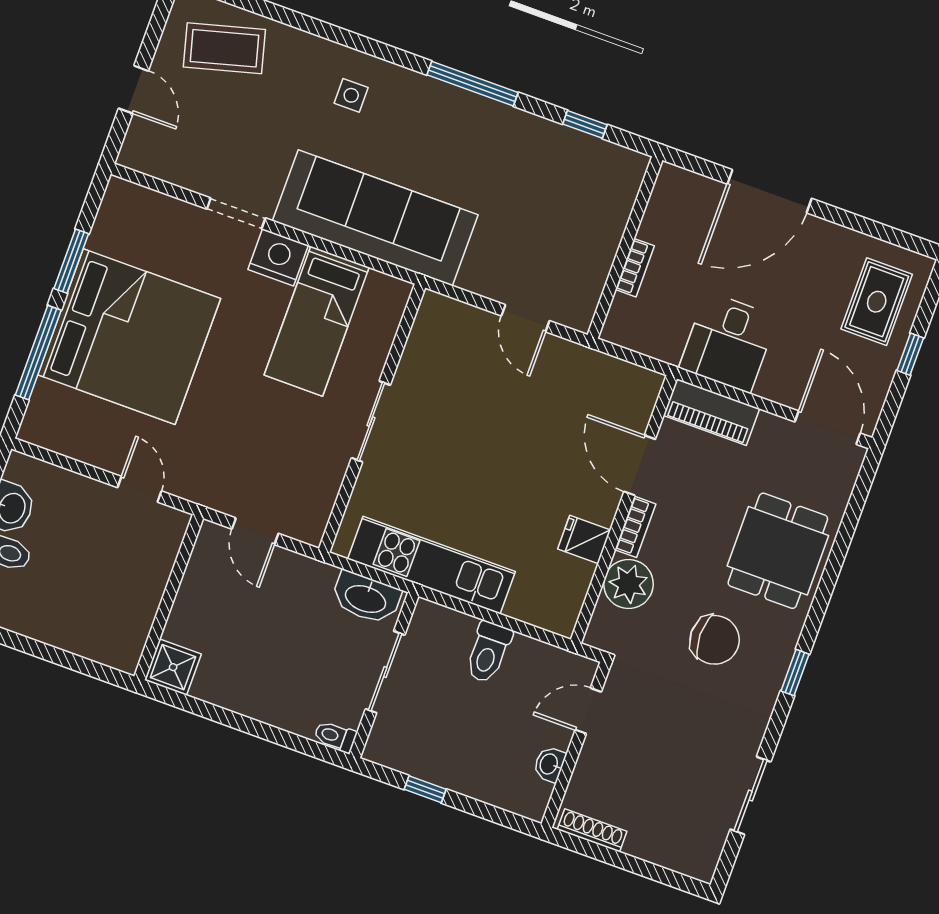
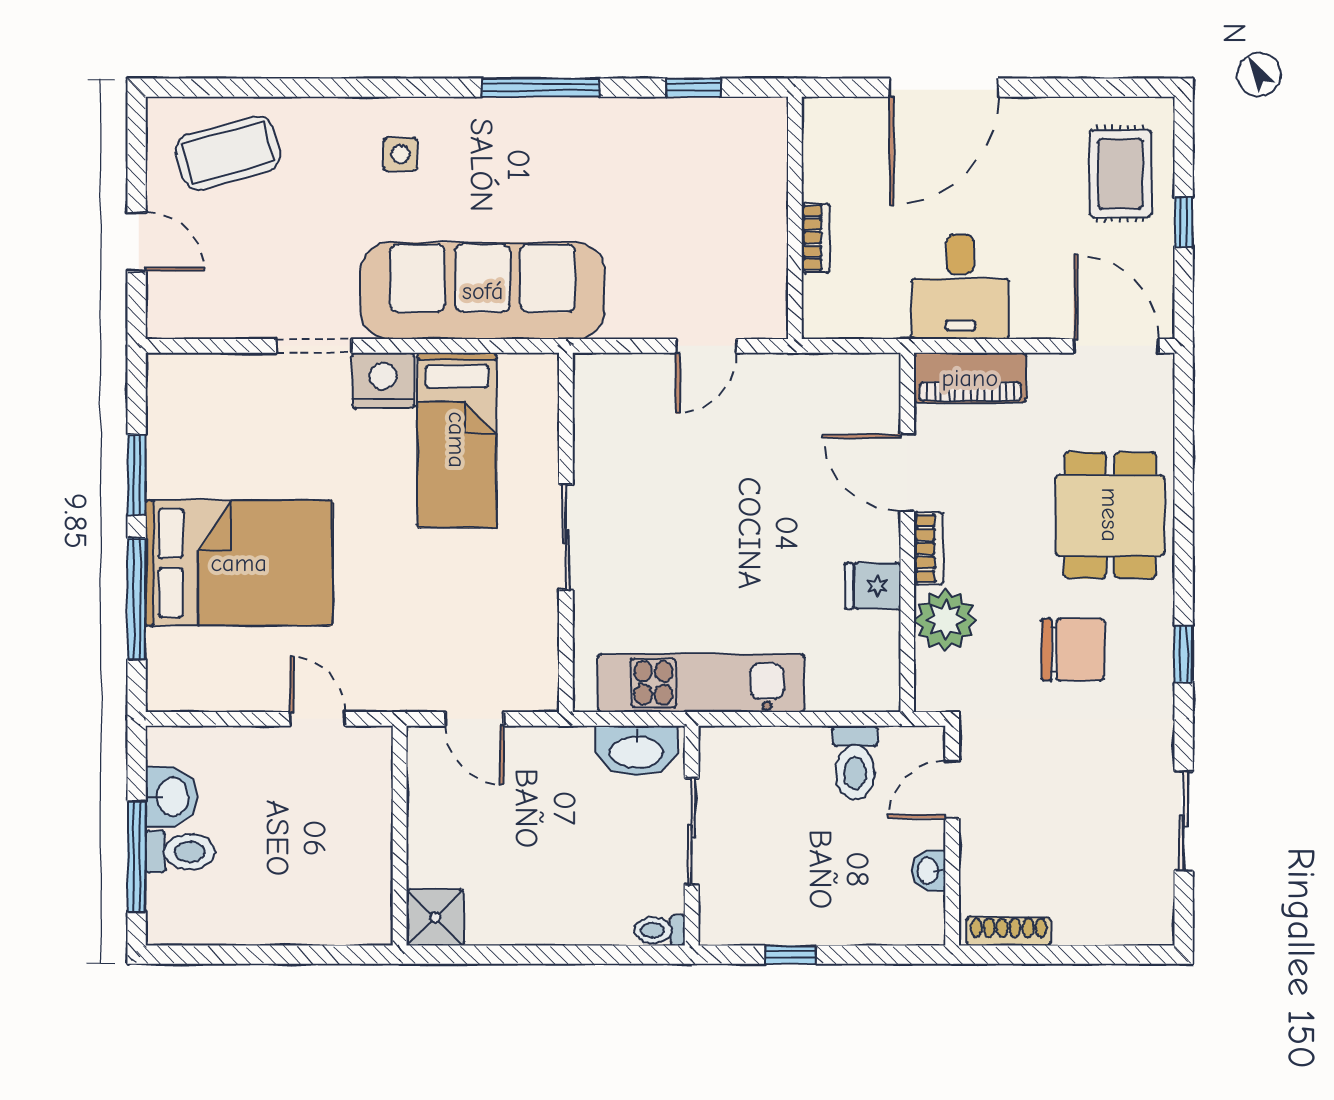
door: (525, 318) -> (706, 346), hinge flipped
bed: (129, 337) -> (239, 563), width x0.73
toilet: (488, 652) -> (855, 763), moved

